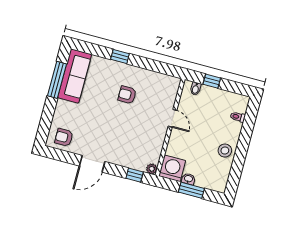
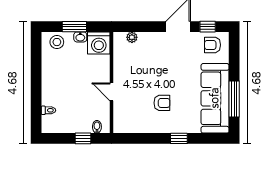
sofa: (75, 76) -> (215, 98), width x1.36, depth x1.27
armchair: (64, 137) -> (212, 45), turned 180
stool: (225, 151) -> (57, 42), moved
plant: (152, 169) -> (132, 37), moved
window: (135, 175) -> (208, 27), moved

